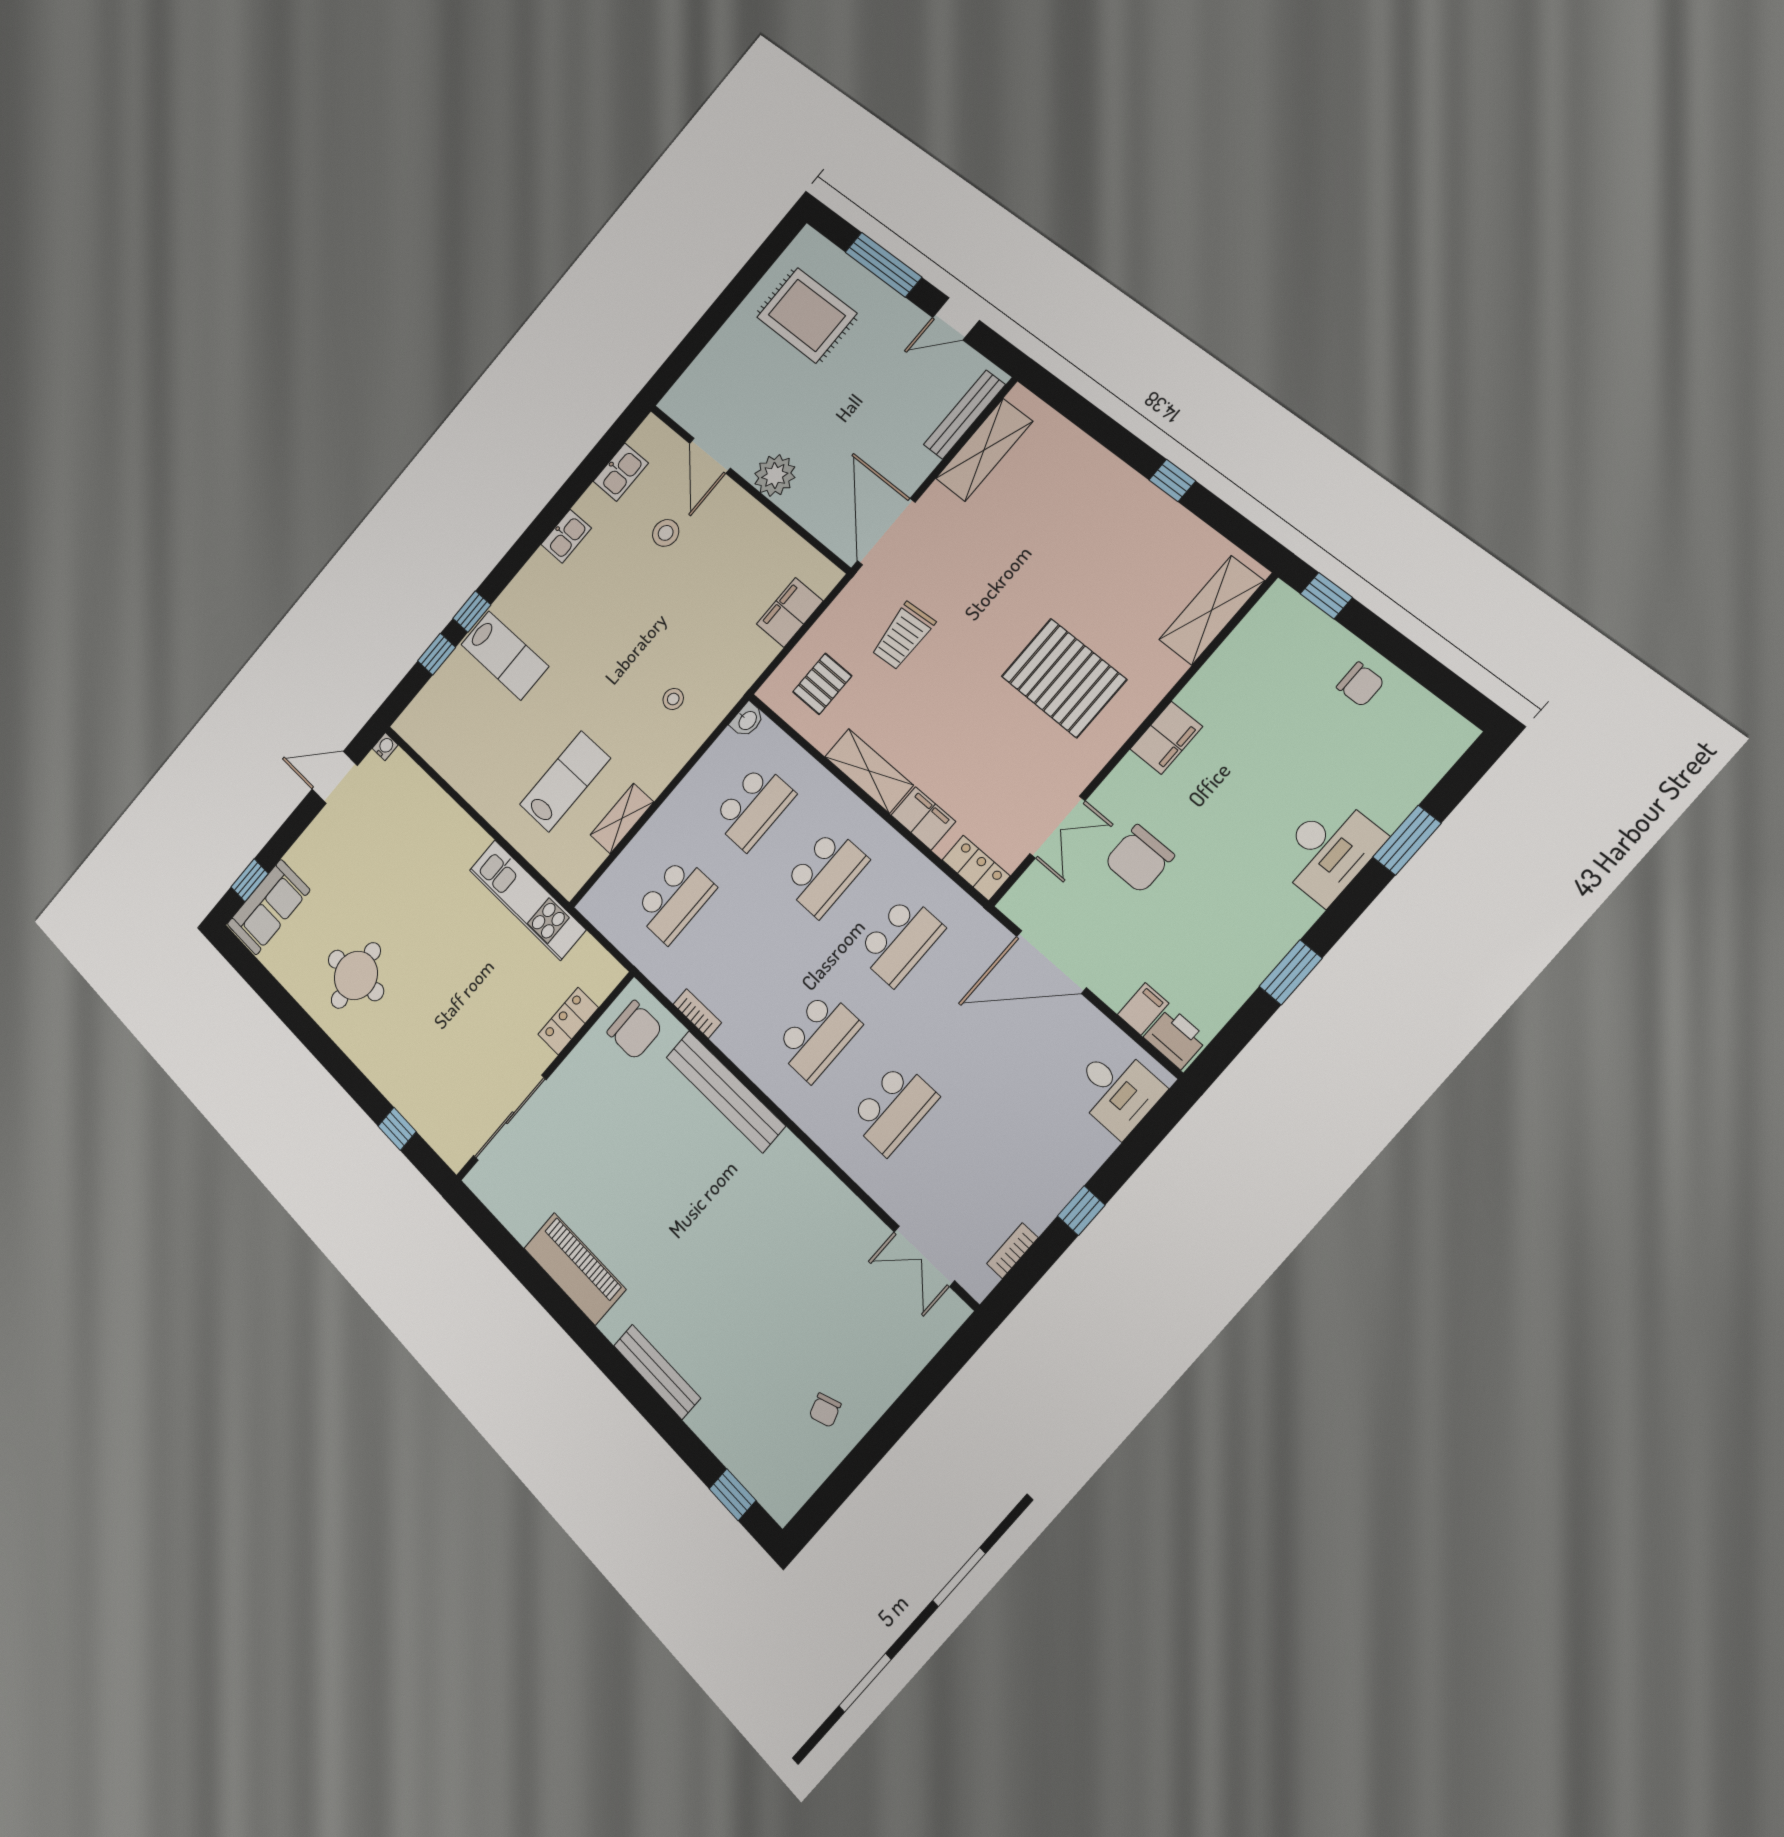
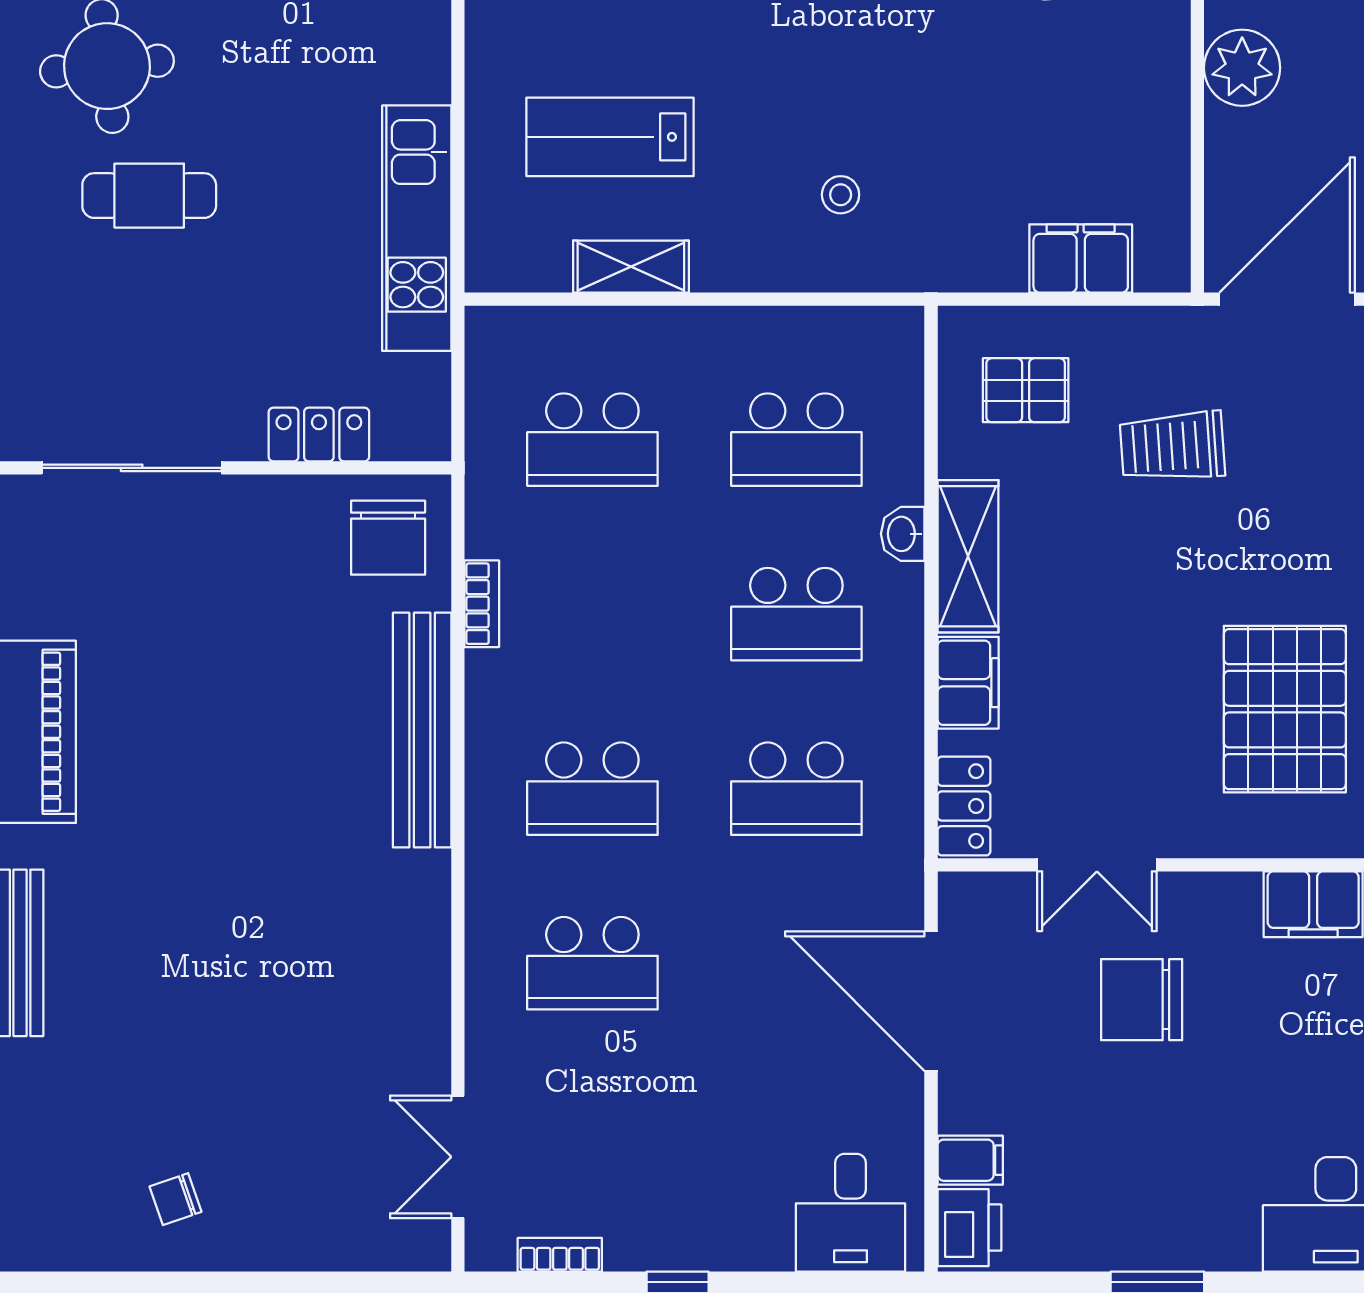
washbasin: (747, 720) -> (903, 534), moved, turned 90
lab bench: (565, 781) -> (610, 137), turned 180
cafe table: (417, 1005) -> (149, 196), added

